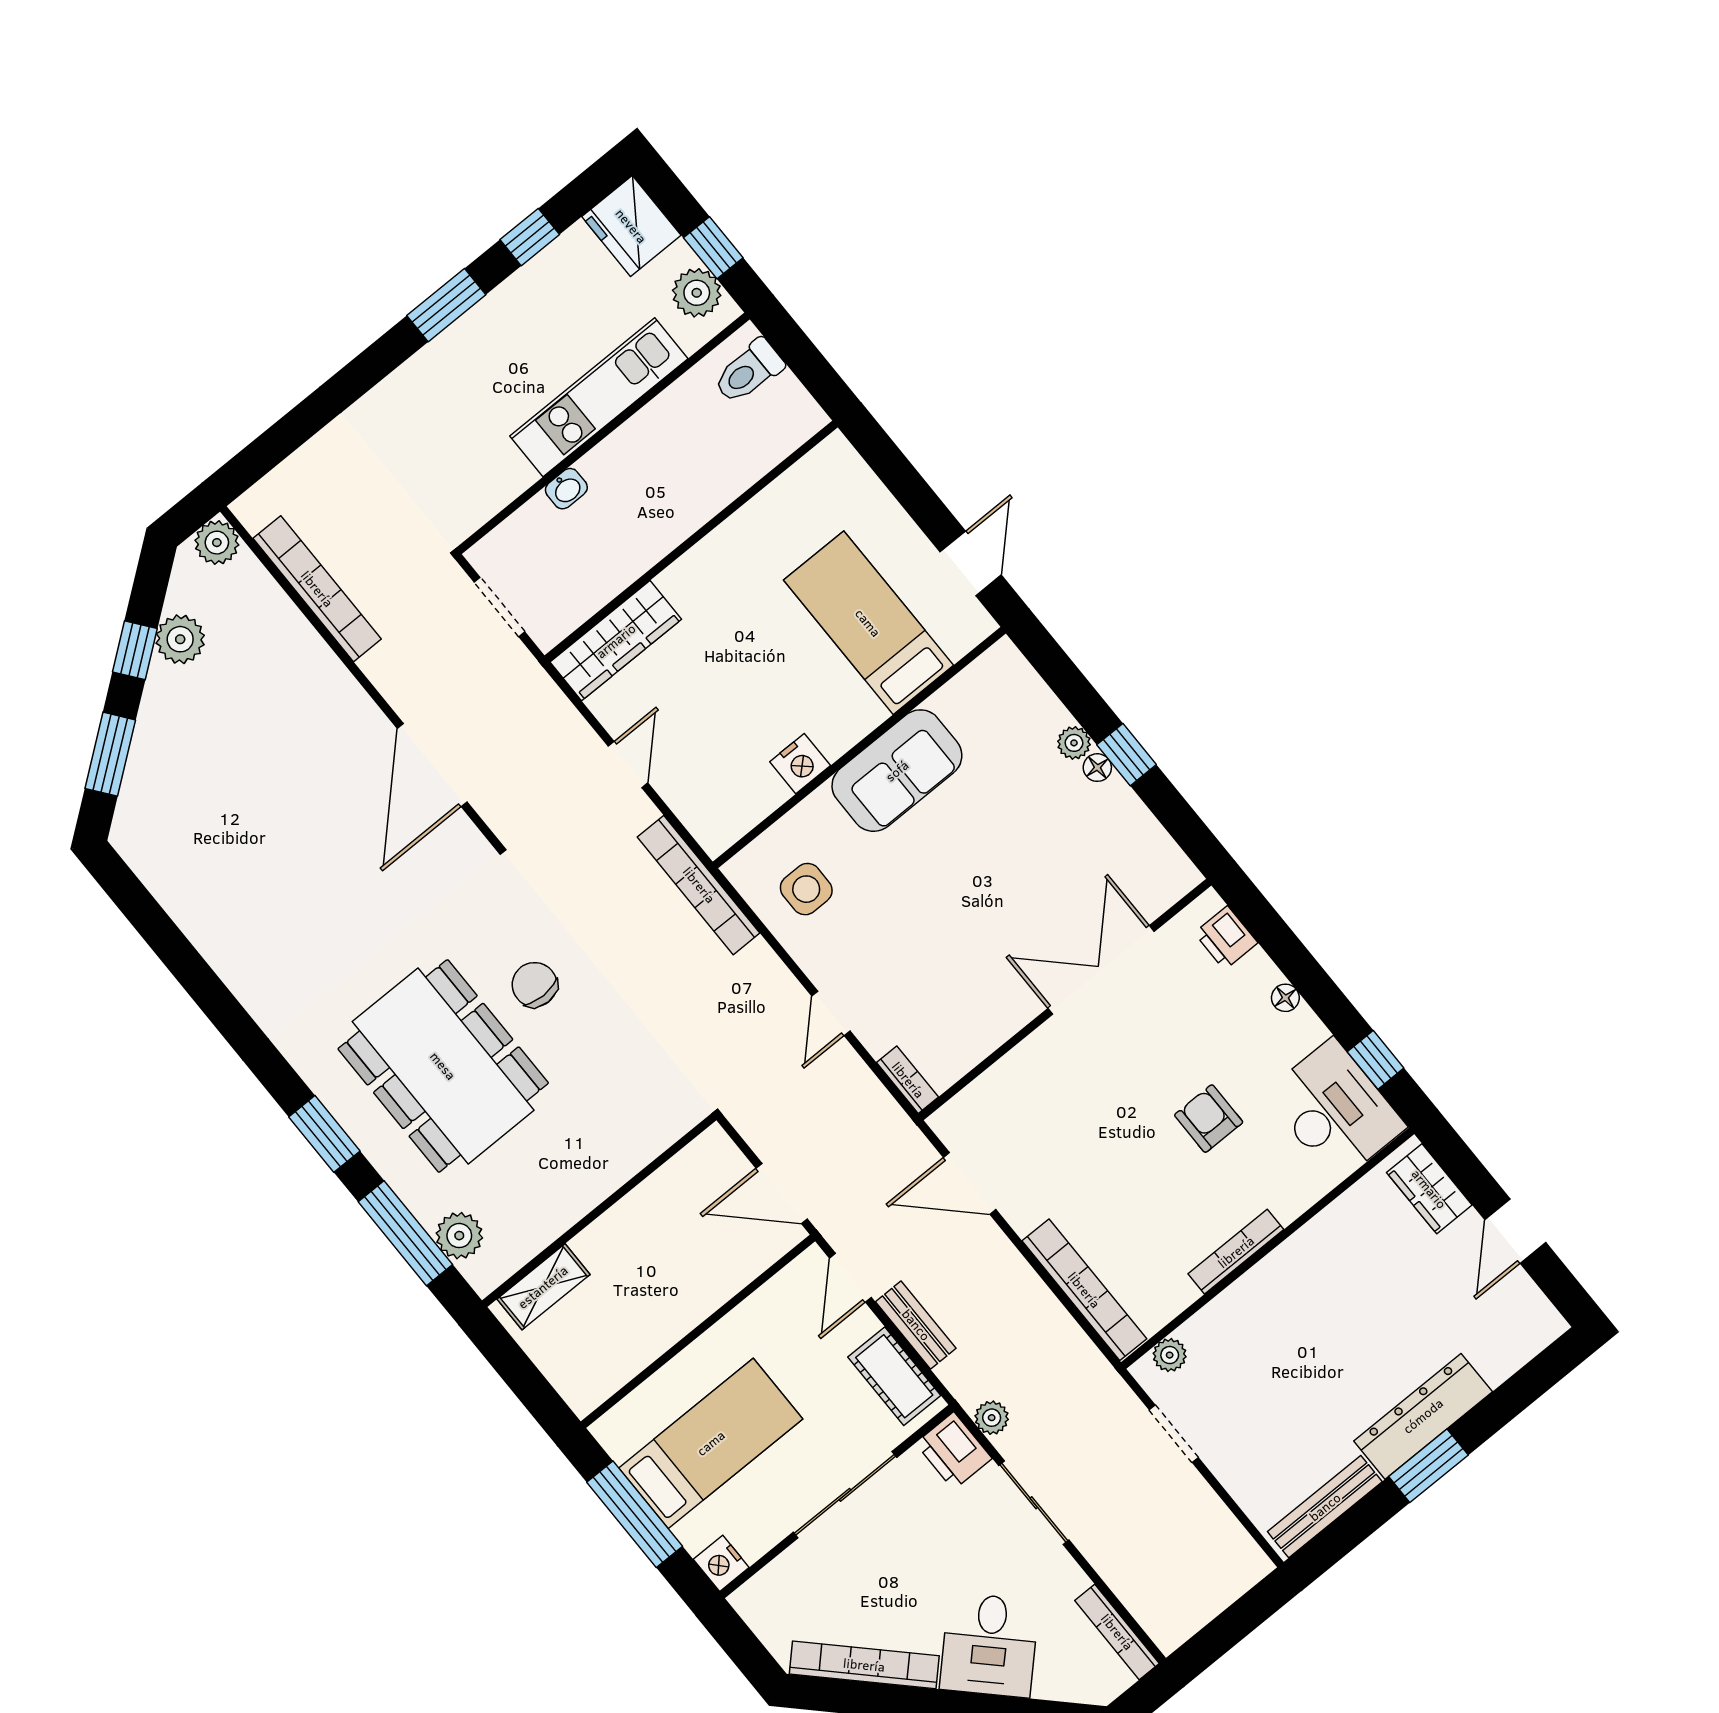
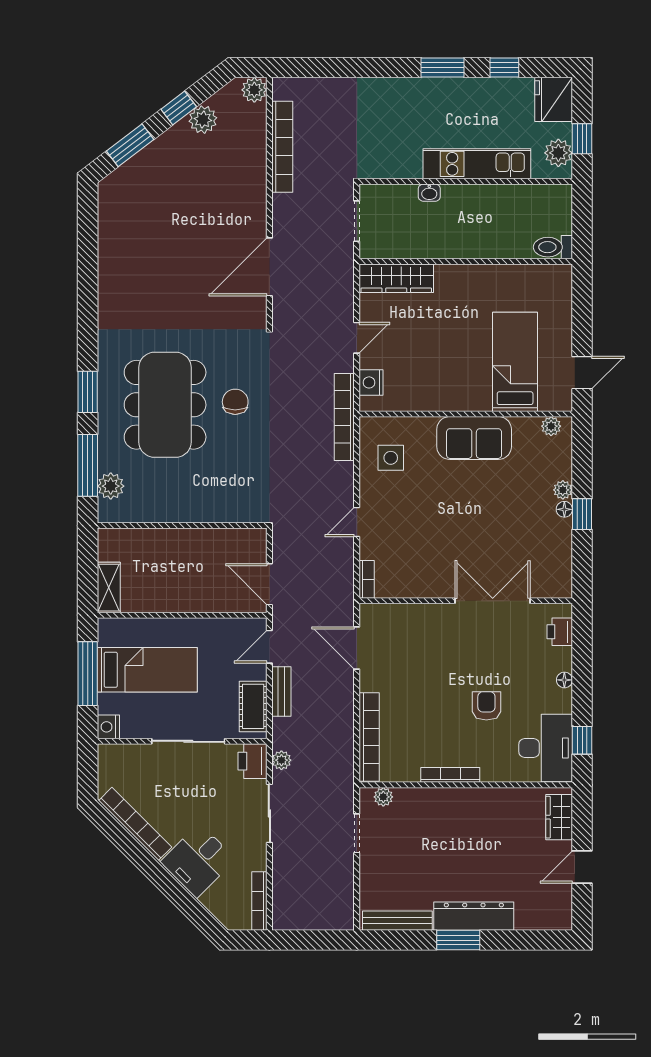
toilet: (749, 371) -> (553, 247), moved
plant: (988, 670) -> (551, 426), added
nightstand: (800, 764) -> (371, 382), moved, turned 90
shelving: (543, 1287) -> (109, 588), moved, turned 90

